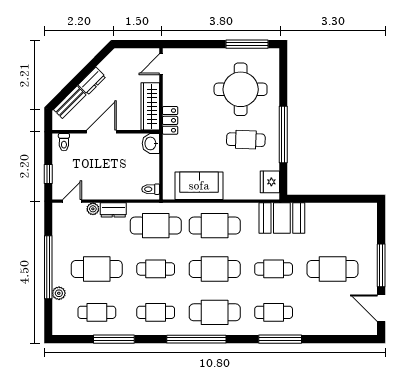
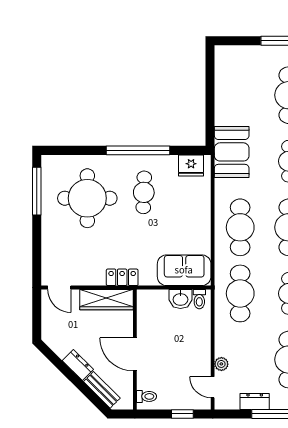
washbasin: (151, 143) -> (180, 299), moved
sofa: (199, 186) -> (184, 270), moved, turned 90
dresser: (113, 210) -> (255, 401), moved, turned -90

